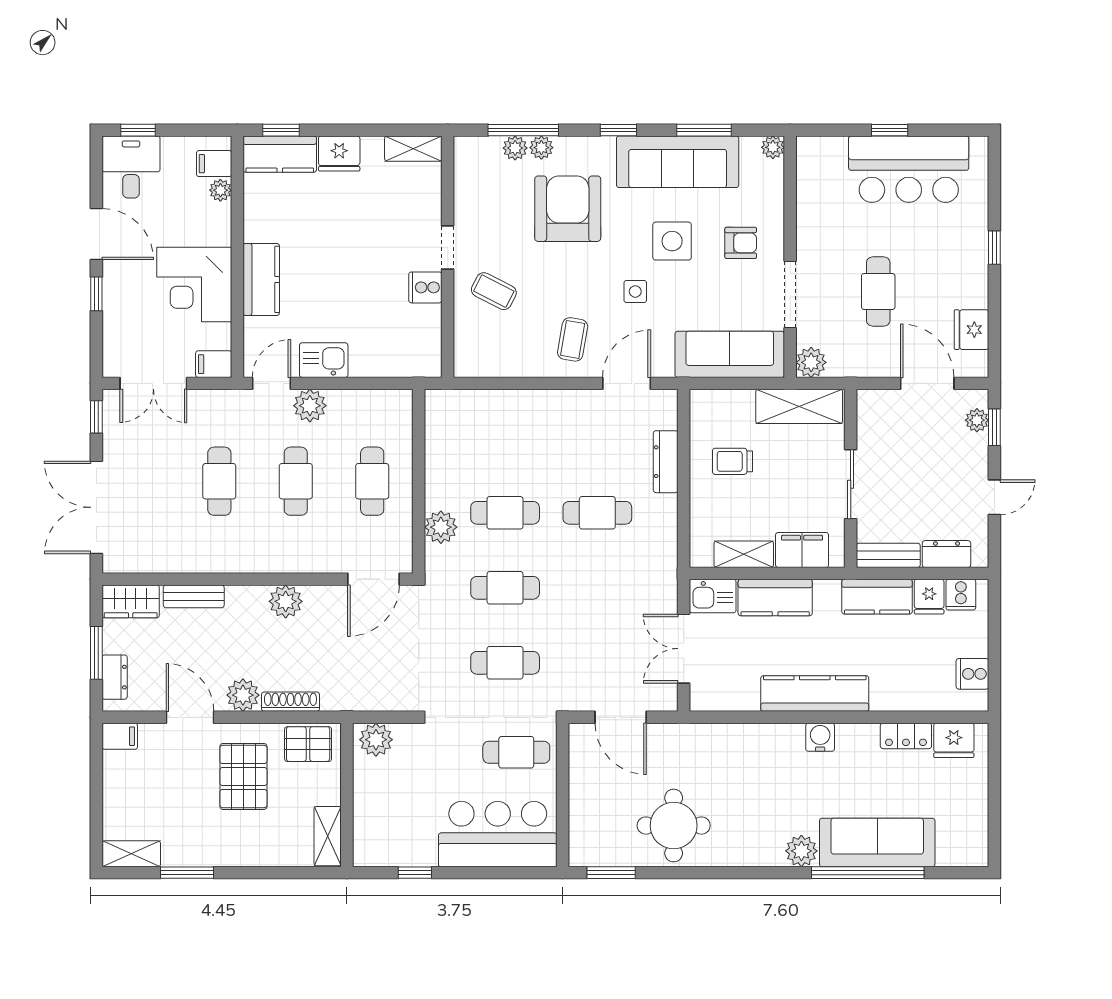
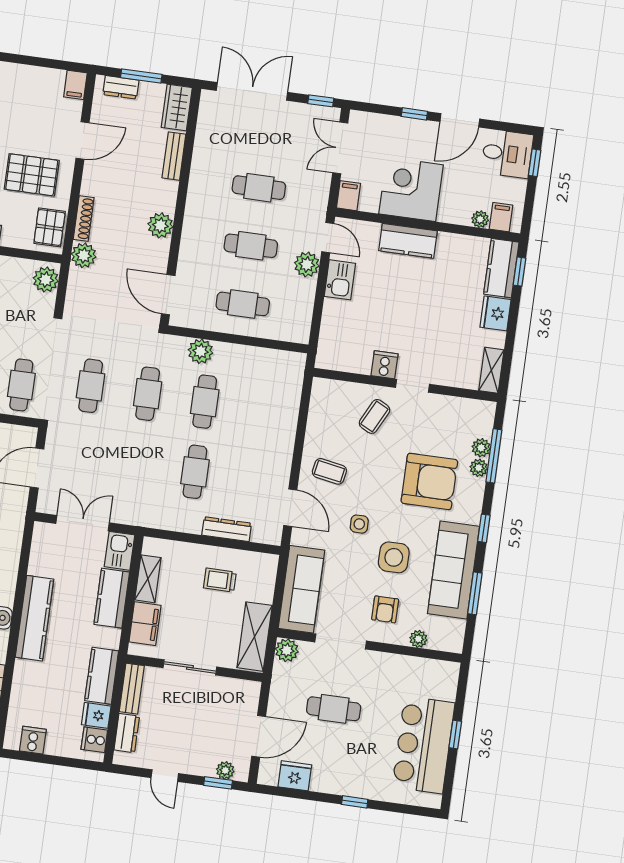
plant: (773, 147) -> (418, 639), moved
trolley: (732, 461) -> (220, 580), turned -90
plant: (243, 695) -> (84, 255), moved

